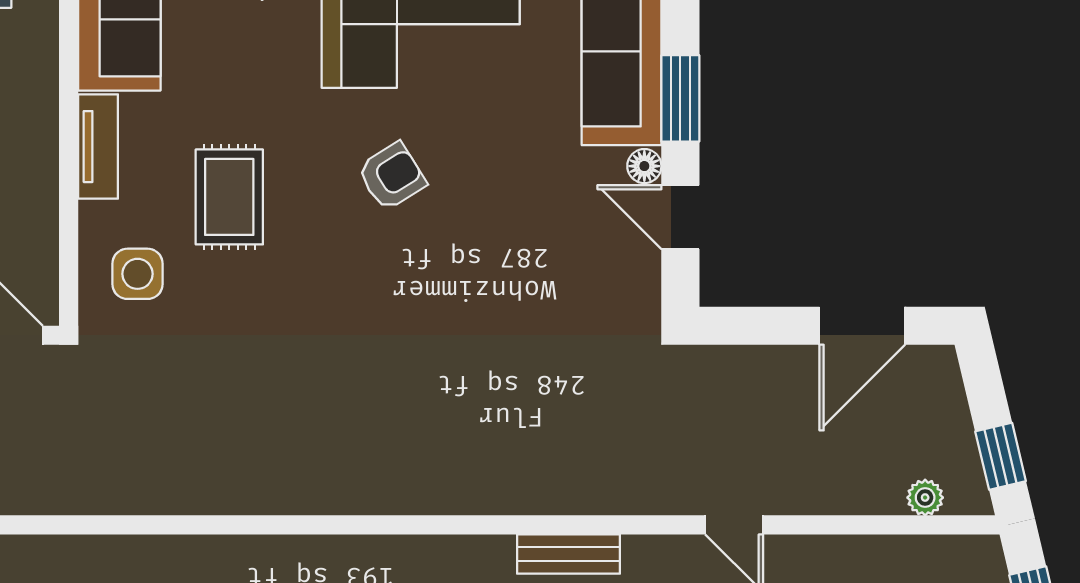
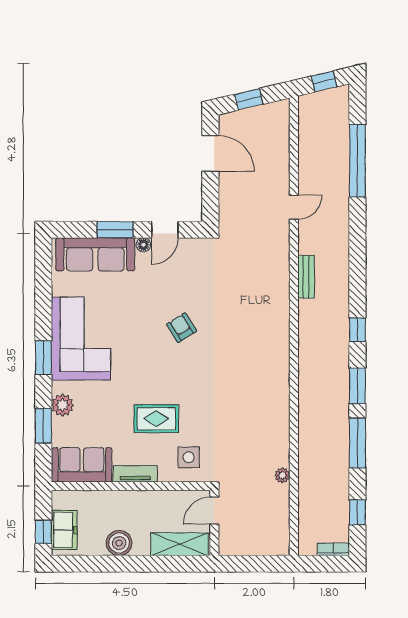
armchair: (392, 176) -> (182, 328), moved
window: (1001, 456) -> (249, 99), moved
plant: (925, 498) -> (282, 475), moved

